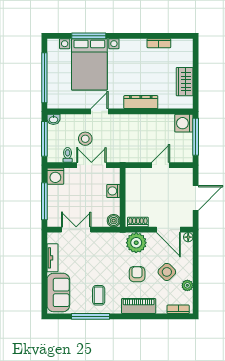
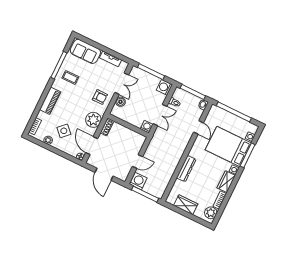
wardrobe: (133, 46) -> (226, 182), added
plant: (180, 47) -> (211, 213), added
door: (100, 111) -> (198, 127), moved
washing machine: (184, 123) -> (138, 181), moved
stool: (85, 139) -> (180, 119), removed
door: (161, 165) -> (137, 161), hinge flipped
washing machine: (113, 191) -> (147, 127), moved
boiler: (114, 221) -> (120, 102), moved
door: (168, 230) -> (92, 146), hinge flipped
armchair: (137, 274) -> (100, 97), moved

